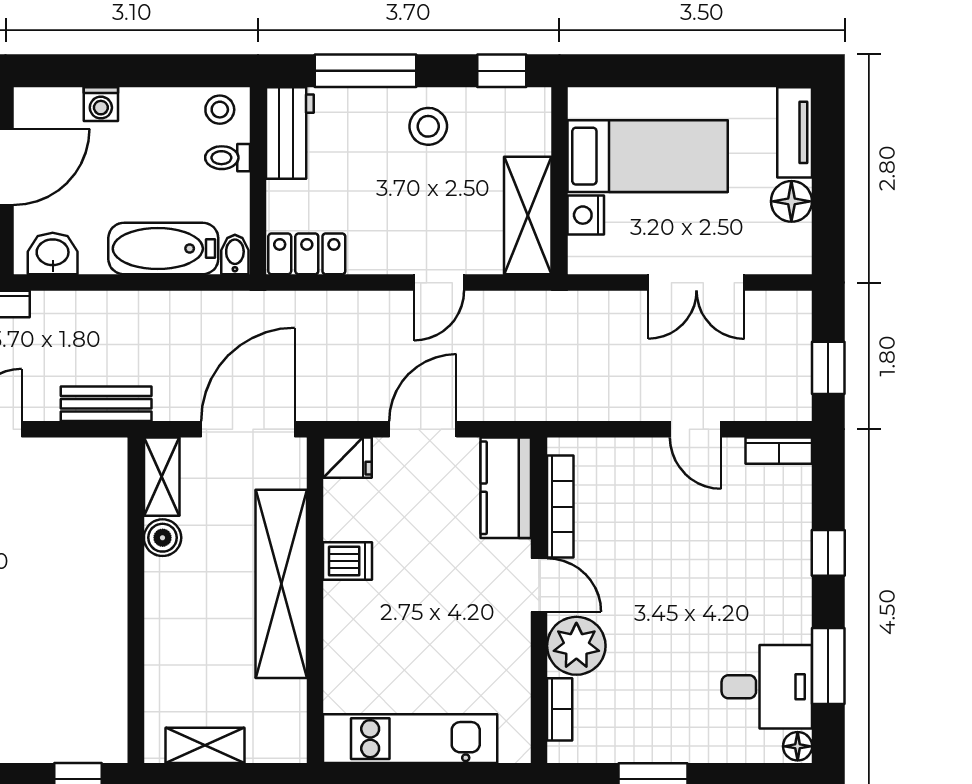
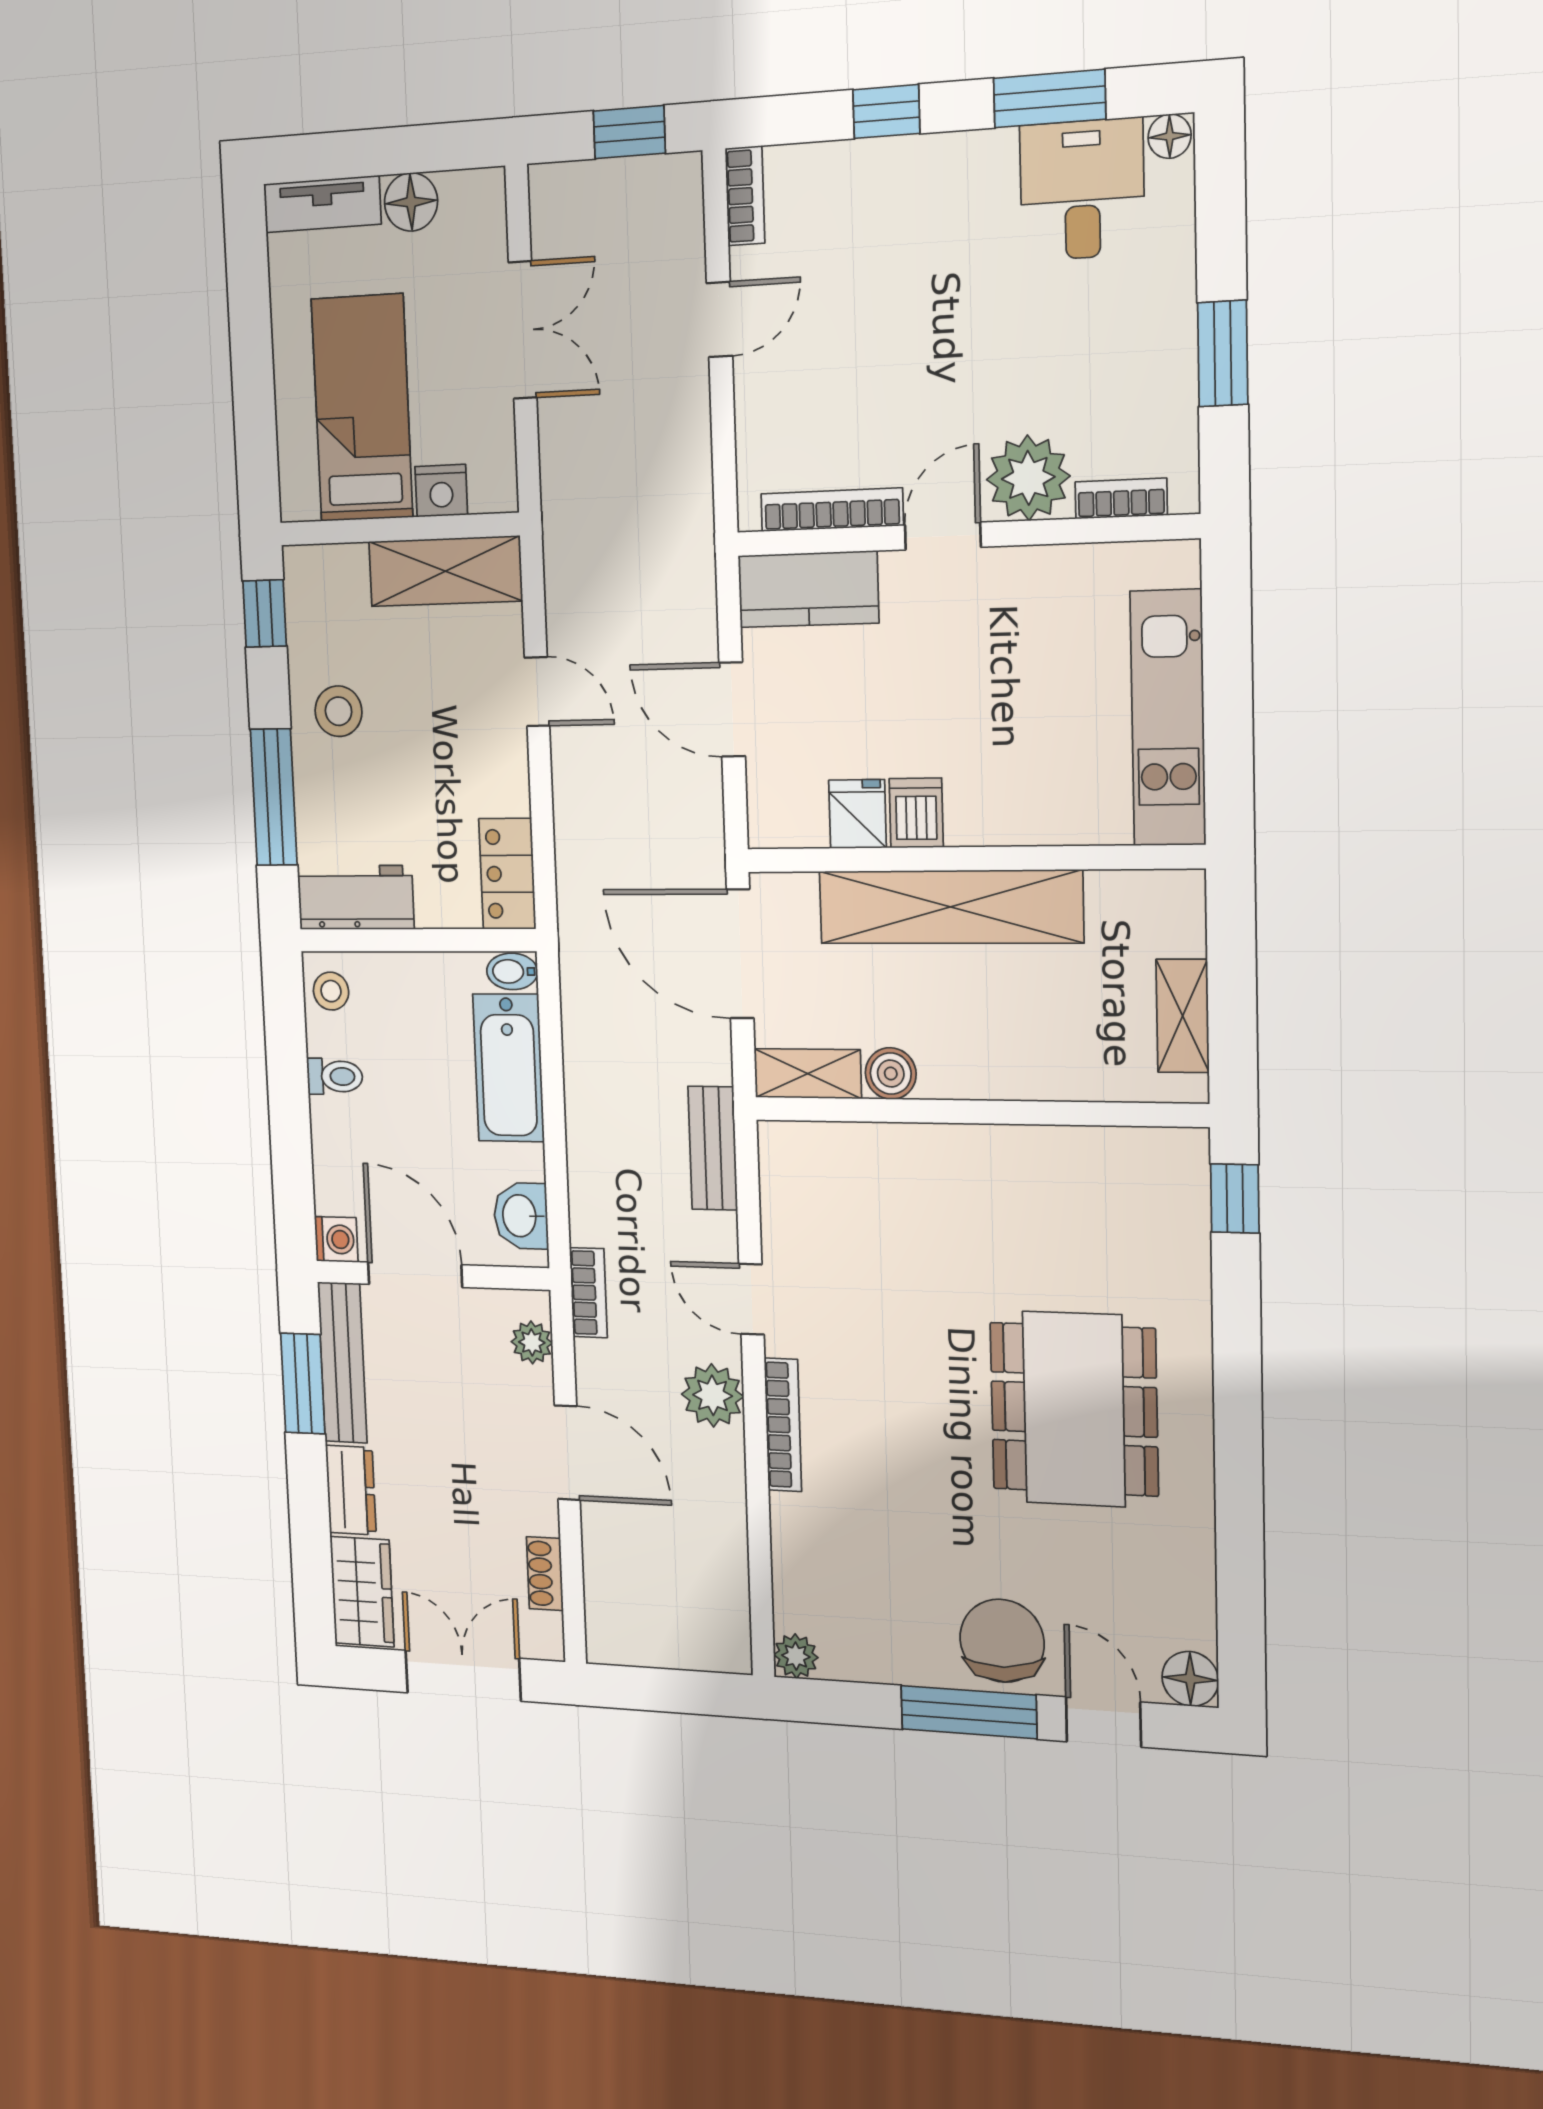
washing machine: (101, 104) -> (336, 1239), moved
toilet: (228, 158) -> (335, 1076), moved, turned -90
fridge: (347, 458) -> (857, 814), moved

